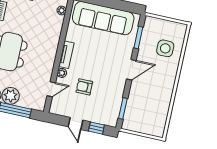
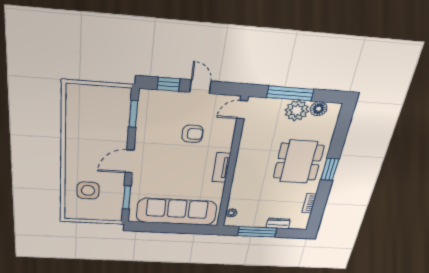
plant: (62, 73) -> (226, 146), removed
door: (51, 89) -> (242, 110), moved

